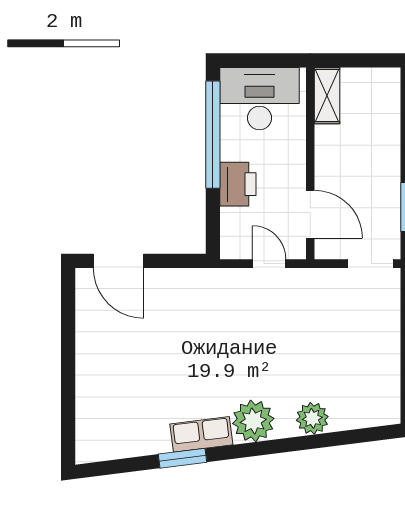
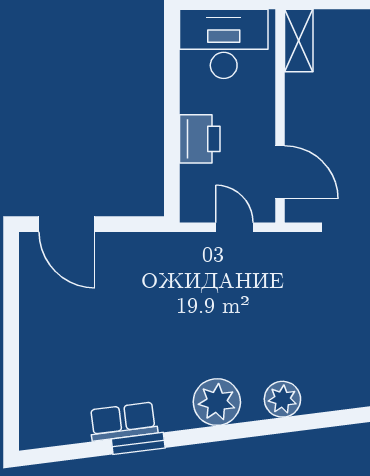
window: (213, 135) -> (172, 84), removed
row of seats: (201, 434) -> (123, 422), moved

